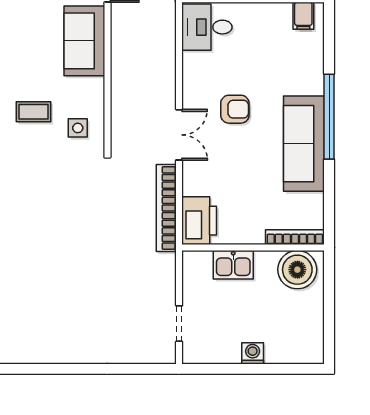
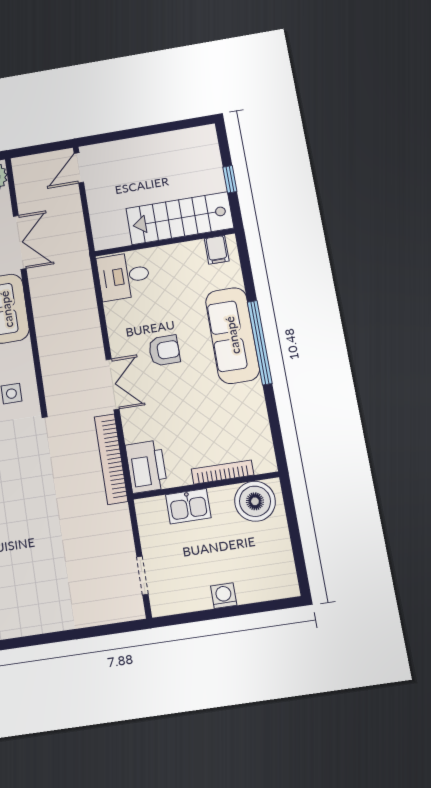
sofa: (304, 144) -> (232, 335), moved
bookcase: (295, 237) -> (222, 472), moved

